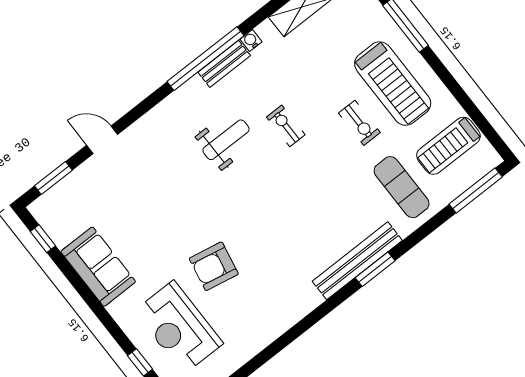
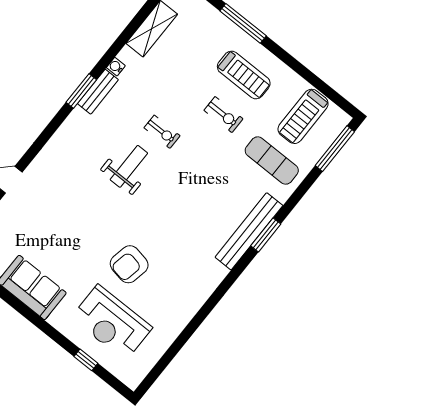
window: (206, 59) -> (81, 91), width x0.47
treadmill: (393, 84) -> (244, 75), width x0.73, depth x0.73
exercise bike: (286, 126) -> (162, 132), turned 180
weight bench: (226, 140) -> (129, 166), moved

